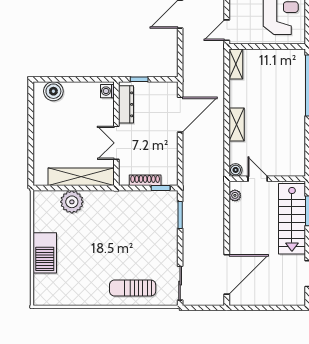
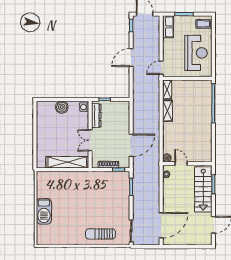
boiler: (53, 91) -> (62, 107), moved
door: (180, 115) -> (131, 145), moved
shelving: (237, 124) -> (168, 111), moved
plant: (72, 202) -> (61, 178), removed

